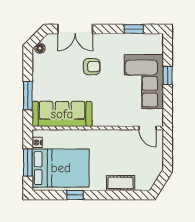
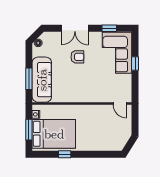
double door: (75, 29) -> (75, 28), moved
corner sofa: (144, 82) -> (117, 53), moved
sofa: (62, 114) -> (42, 80), moved, turned 90
cot: (121, 183) -> (99, 145), removed

